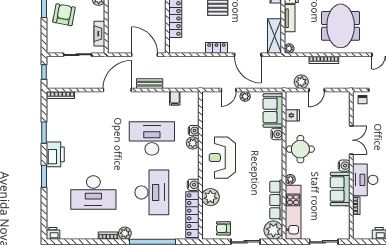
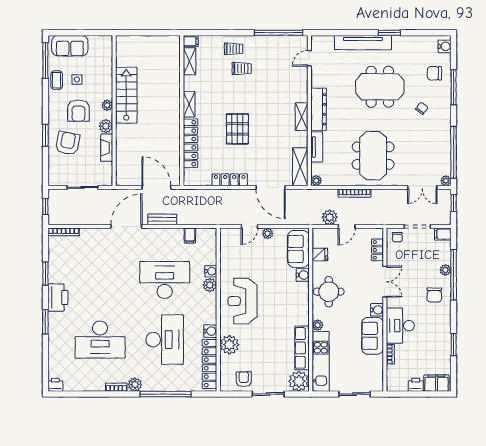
fireplace: (99, 34) -> (107, 148), moved
locker: (216, 48) -> (230, 180), width x1.53
locker: (345, 111) -> (377, 250), added
armchair: (223, 228) -> (244, 379), turned 90

